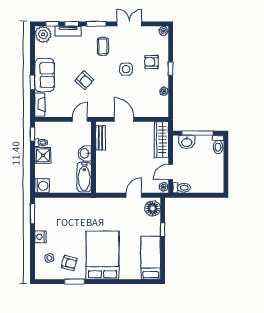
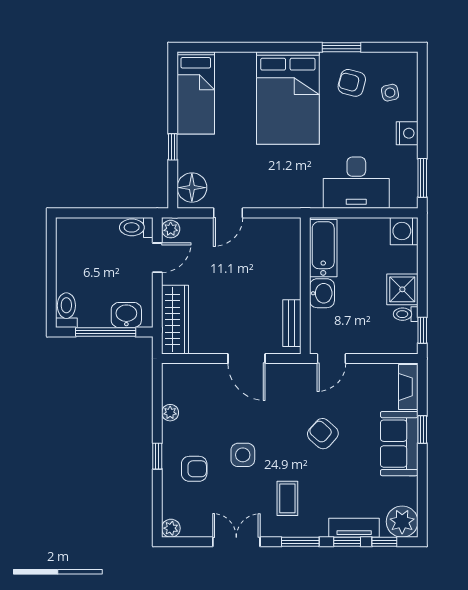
double door: (129, 24) -> (236, 542), swing flipped
desk: (67, 211) -> (356, 183), added

